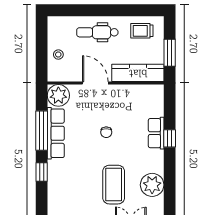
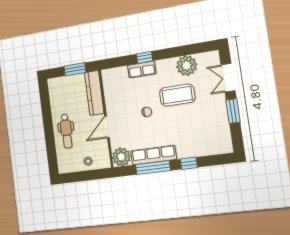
trolley: (142, 31) -> (61, 95), removed
coffee table: (114, 185) -> (177, 95), moved

